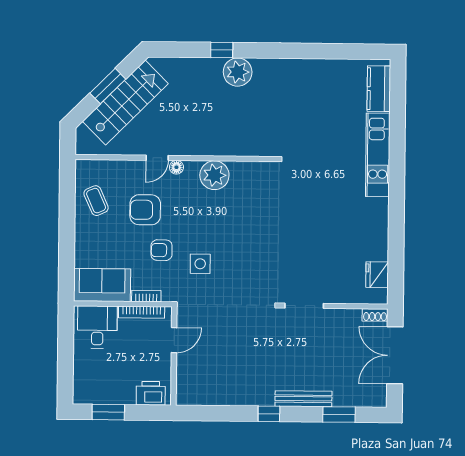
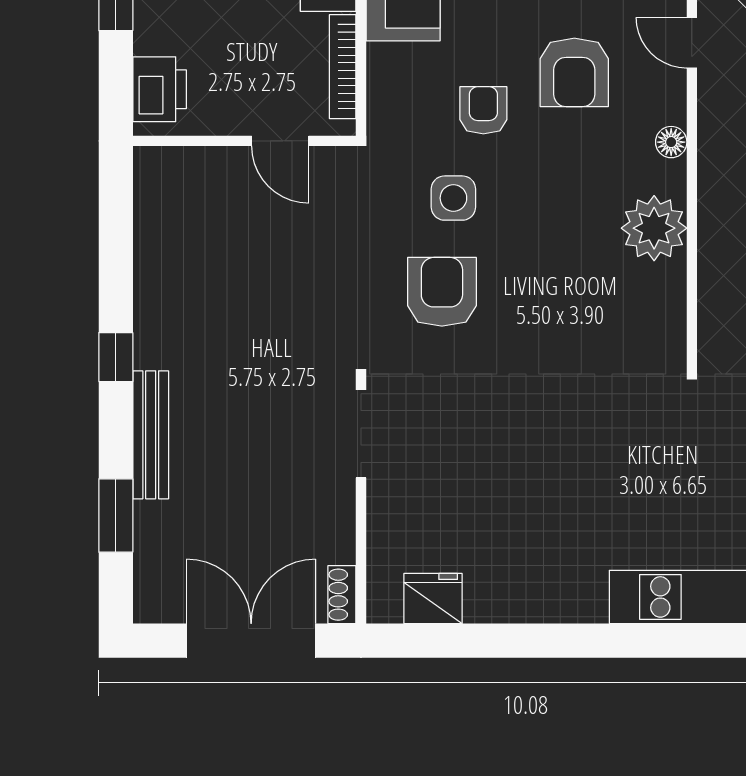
door: (157, 158) -> (692, 43), moved
armchair: (145, 210) -> (574, 72), turned 180
armchair: (242, 269) -> (442, 292), added
bookcase: (146, 296) -> (379, 77), removed

